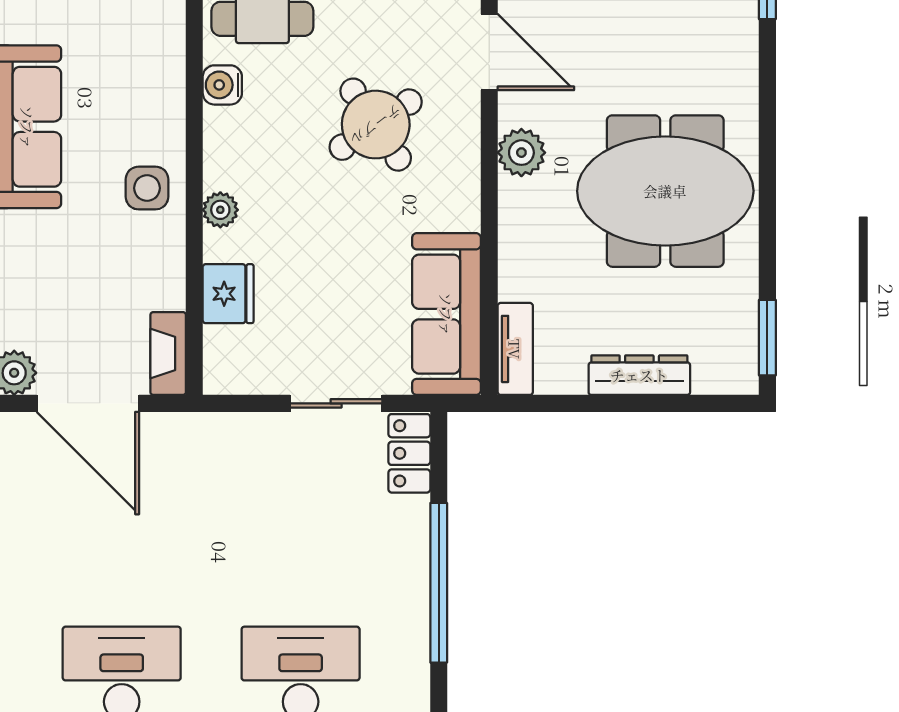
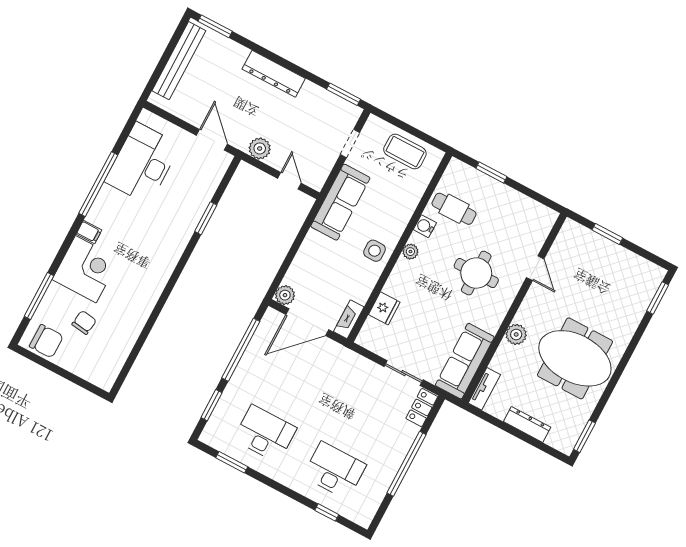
door: (489, 52) -> (535, 268), width x0.73
round table: (376, 125) -> (476, 273), turned 34
plant: (521, 153) -> (516, 334), moved
plant: (220, 210) -> (410, 252), moved
door: (88, 403) -> (307, 322), hinge flipped

